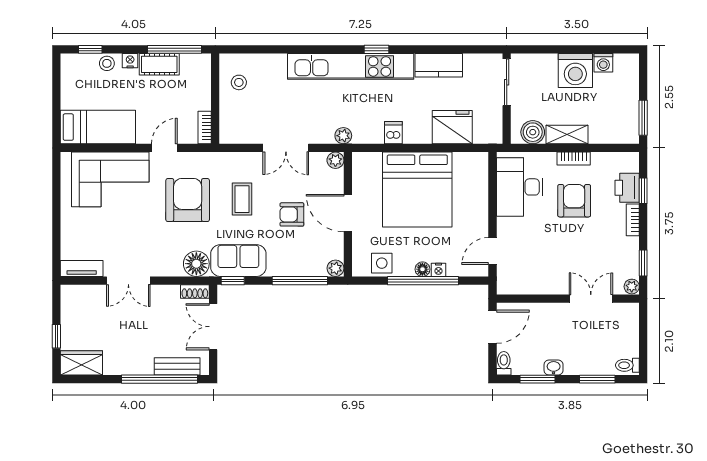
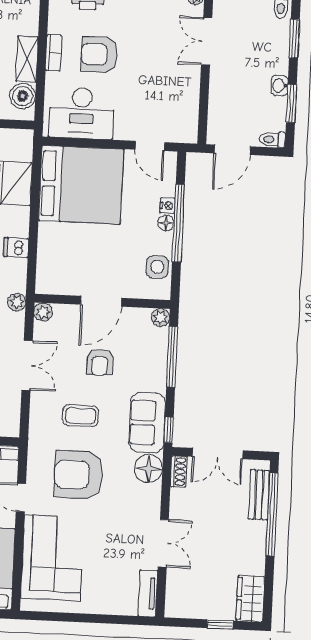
bed: (417, 190) -> (81, 185), moved
door: (492, 327) -> (232, 150), swing flipped

